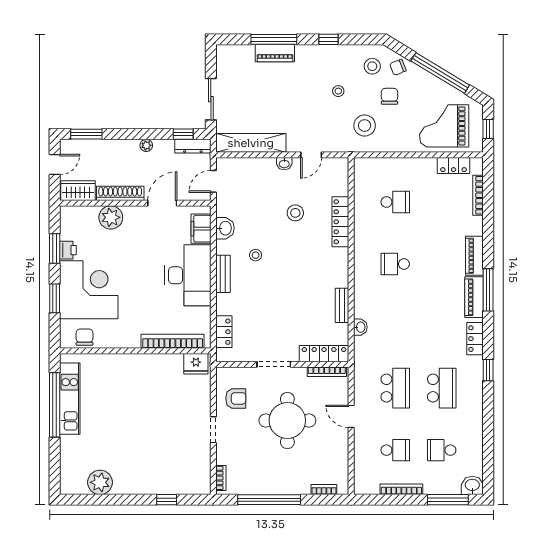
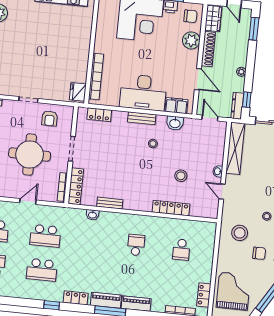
chair: (85, 337) -> (190, 16), moved

